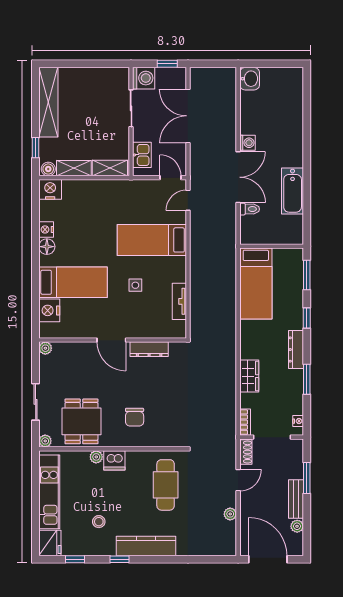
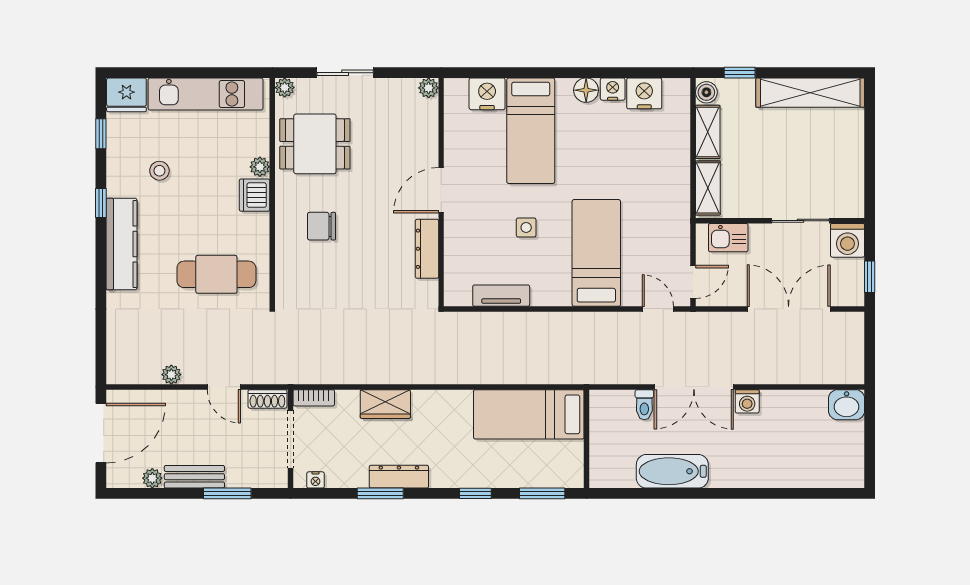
nightstand: (50, 189) -> (644, 93), moved, turned -90
dresser: (296, 350) -> (399, 477), moved

